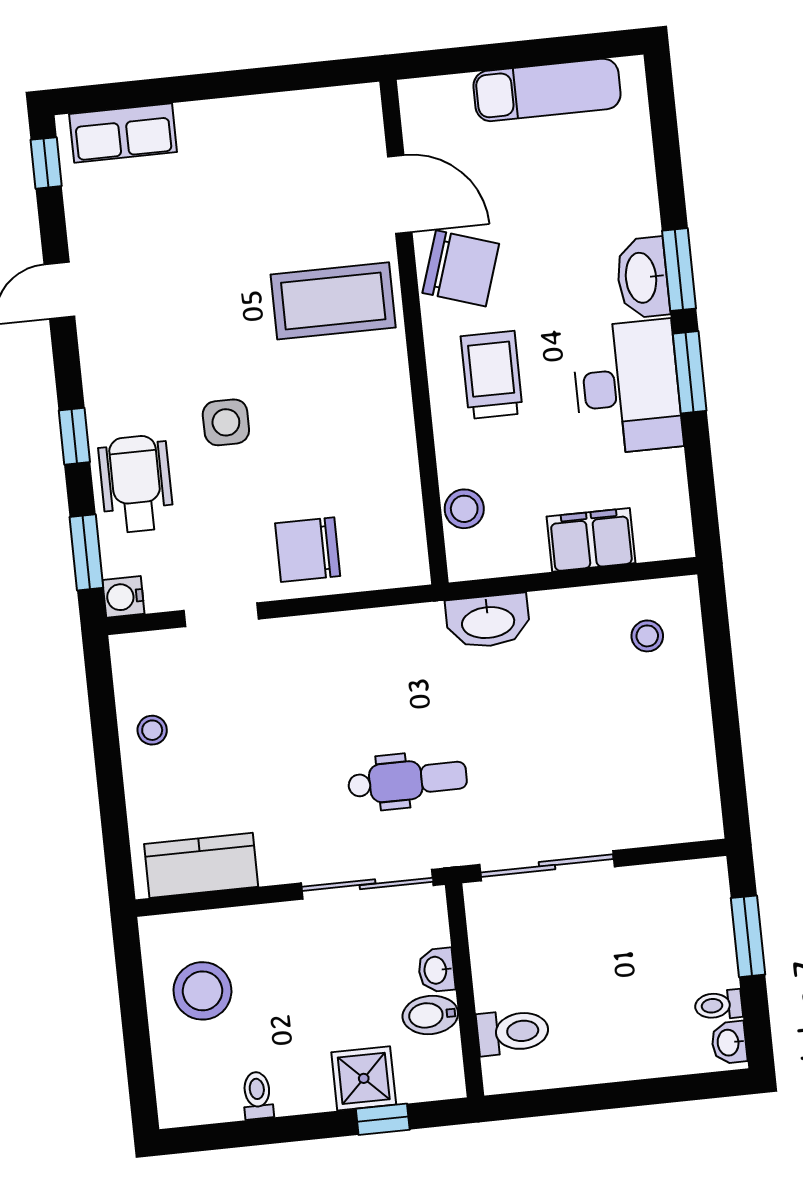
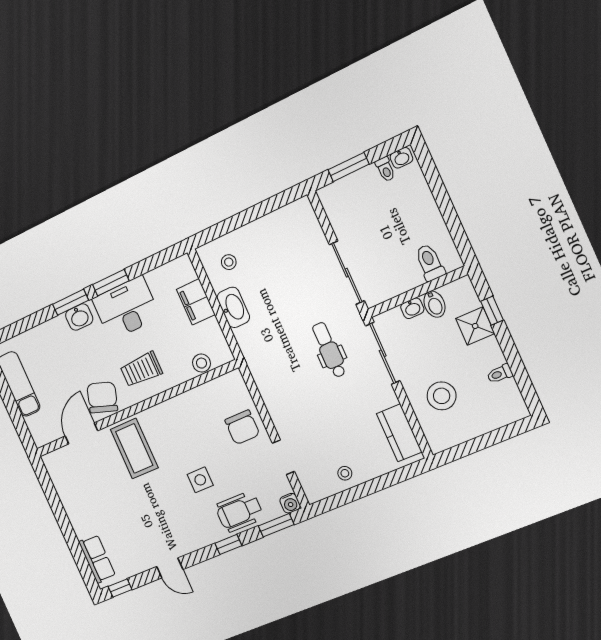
washbasin: (642, 278) -> (79, 317), width x0.72
washbasin: (488, 621) -> (233, 307), moved
stool: (202, 991) -> (442, 396), moved

